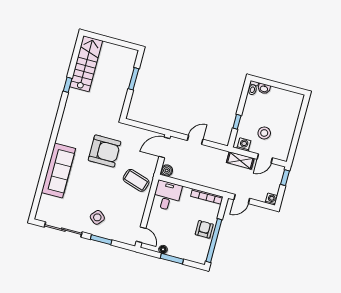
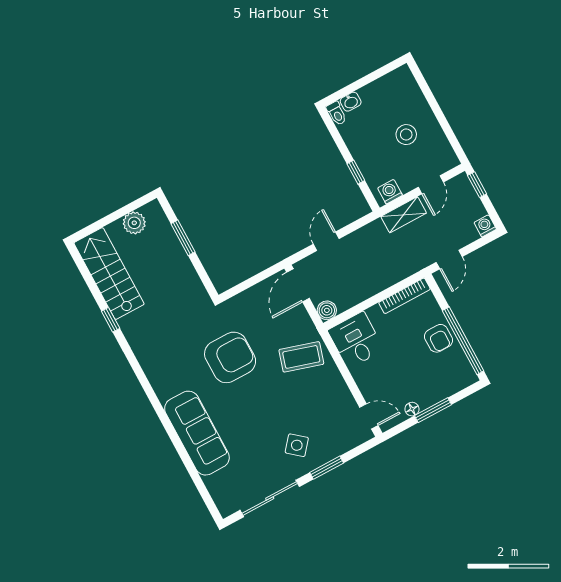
plant: (118, 52) -> (134, 223), added
stool: (264, 133) -> (406, 135), moved
armchair: (204, 229) -> (439, 338), turned 180

